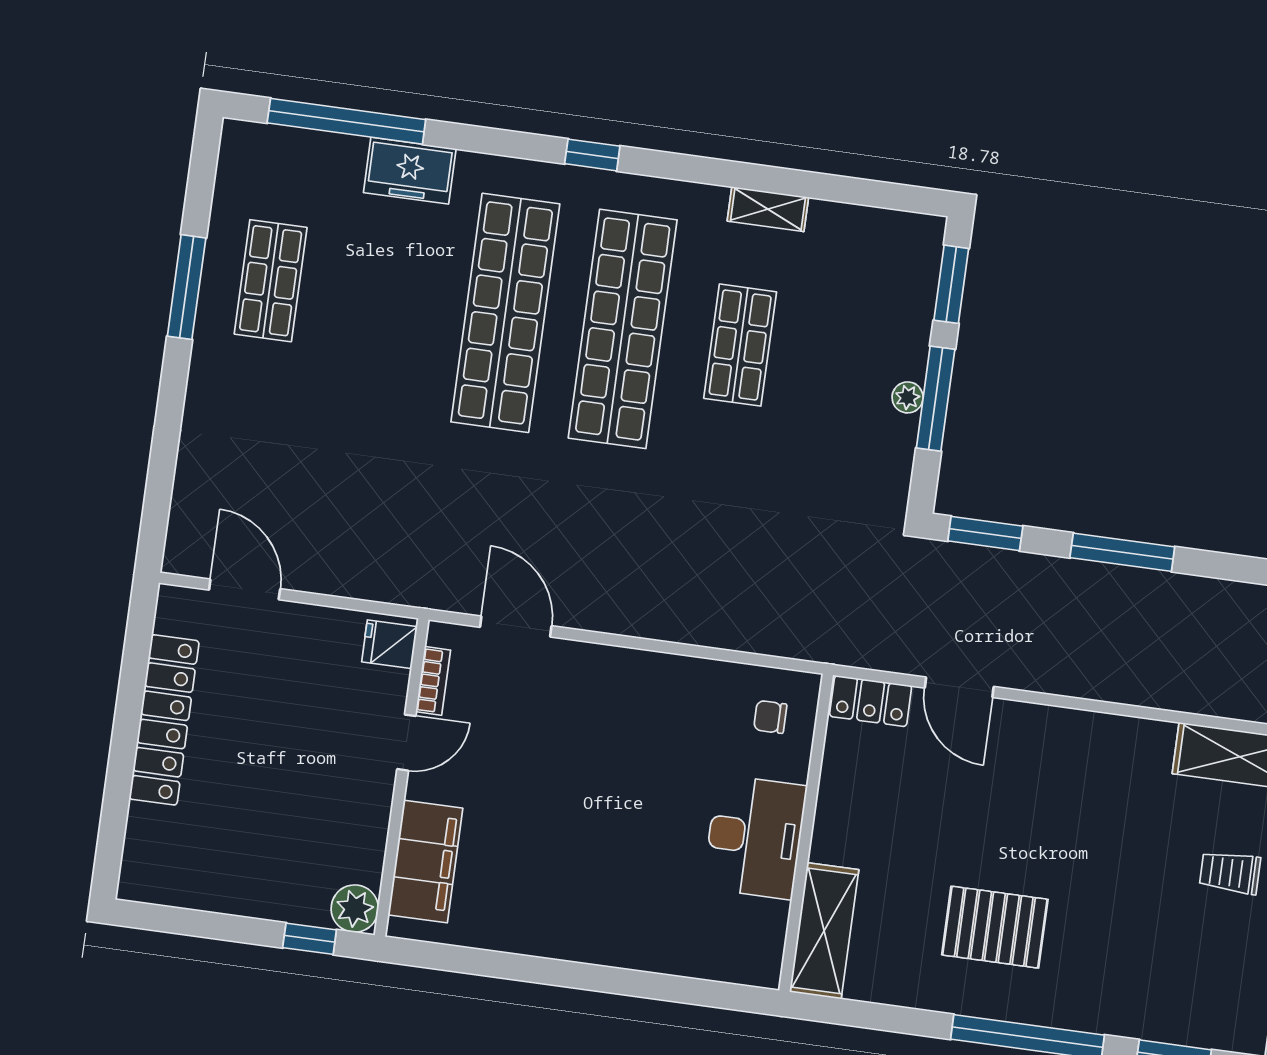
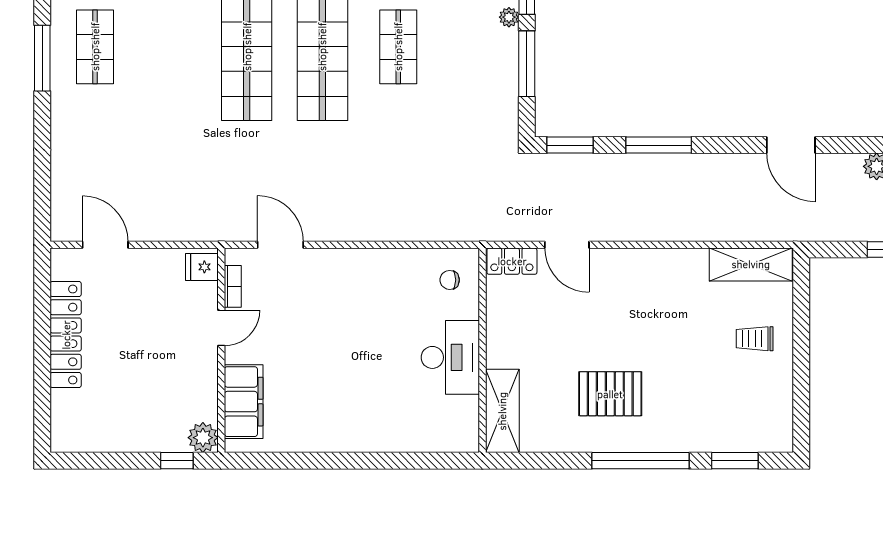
plant: (908, 397) -> (509, 17), moved

